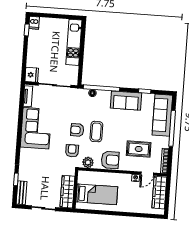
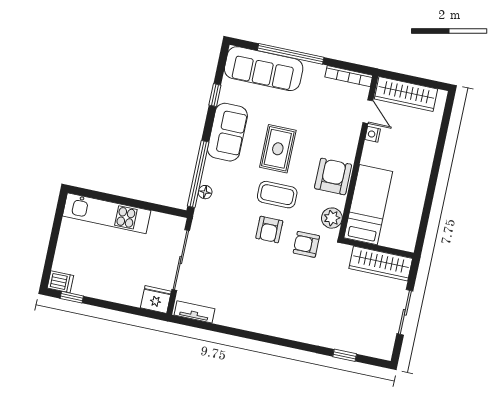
corner sofa: (36, 128) -> (255, 305), removed
rug: (139, 149) -> (278, 149), moved
bench: (22, 193) -> (371, 348), removed
bed: (97, 194) -> (368, 205), moved

